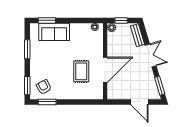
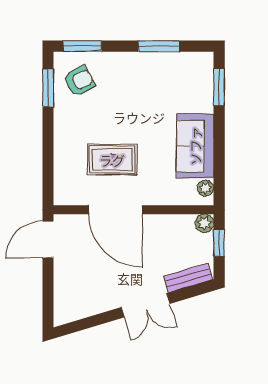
sofa: (54, 32) -> (195, 146), moved
window: (160, 86) -> (82, 324), removed
door: (139, 102) -> (48, 240), moved

